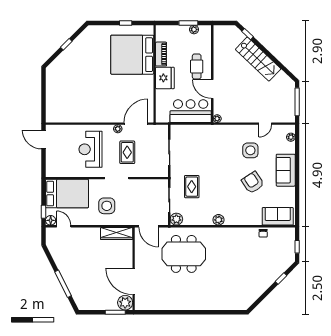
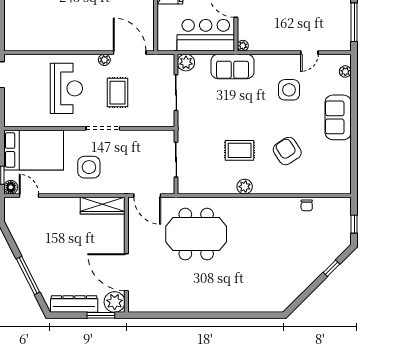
door: (136, 124) -> (130, 53), hinge flipped
reception desk: (91, 149) -> (66, 88), turned 180
armchair: (253, 182) -> (287, 151), moved
rug: (192, 187) -> (240, 150), moved, turned 90
sofa: (278, 216) -> (232, 66), moved, turned 180
plant: (176, 219) -> (186, 63), moved
dresser: (96, 304) -> (74, 304), added

